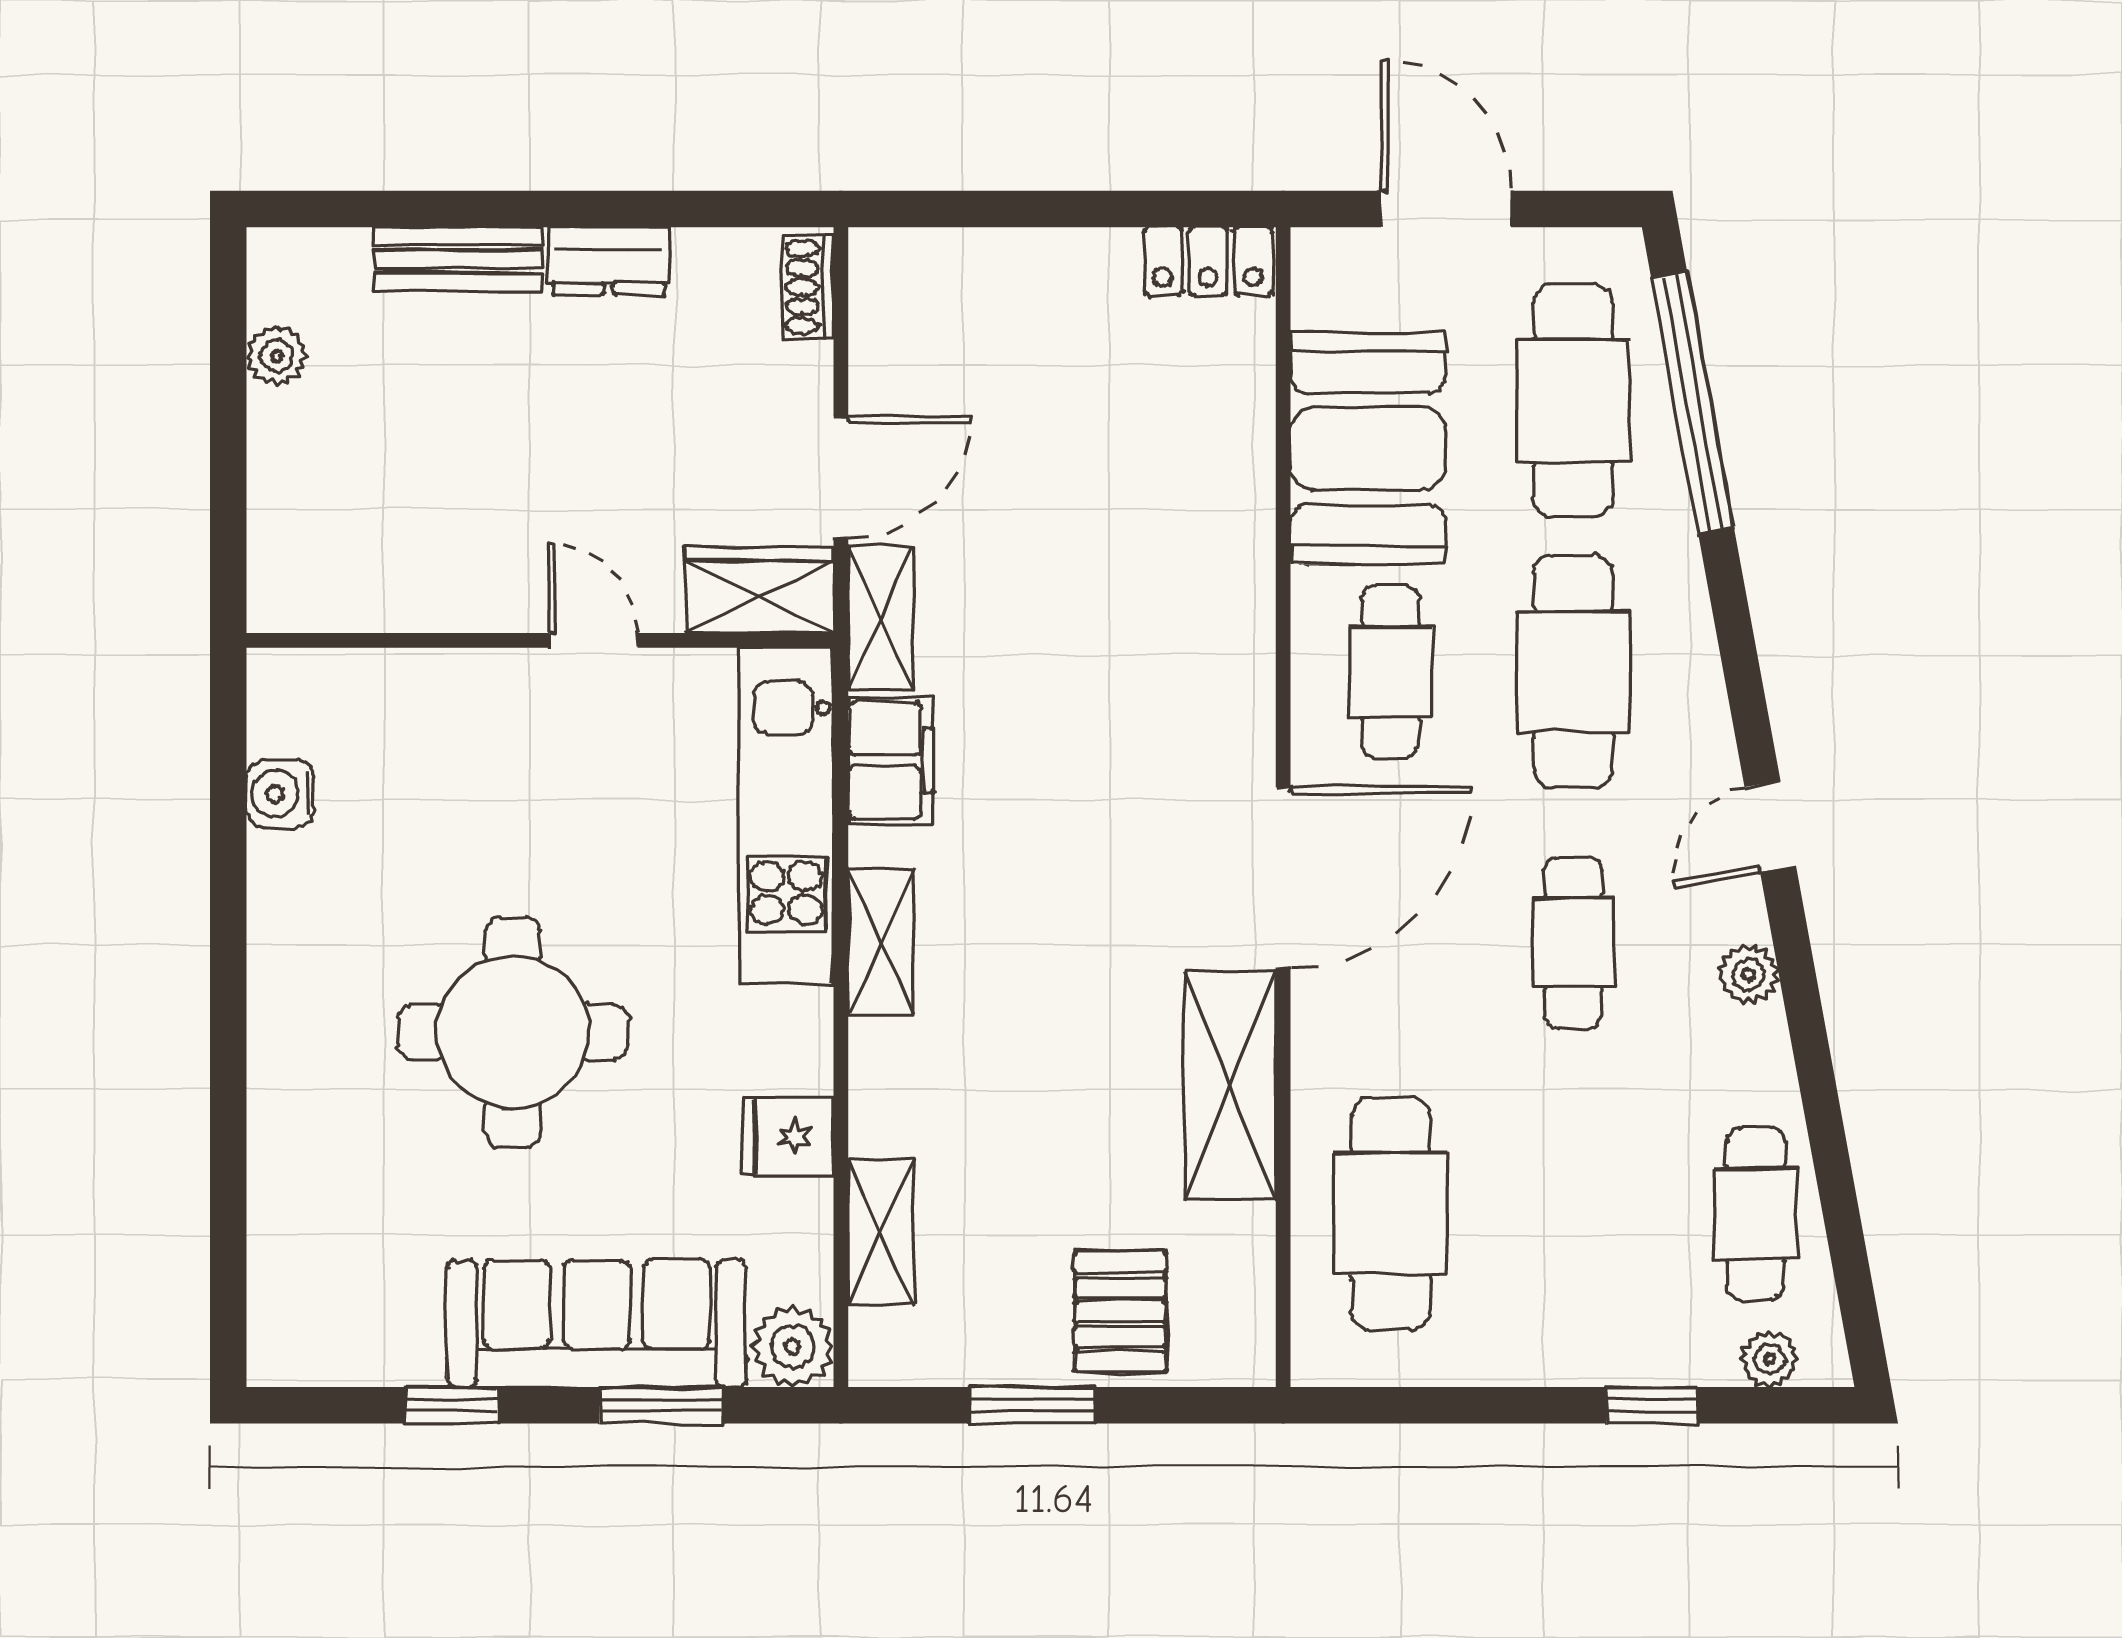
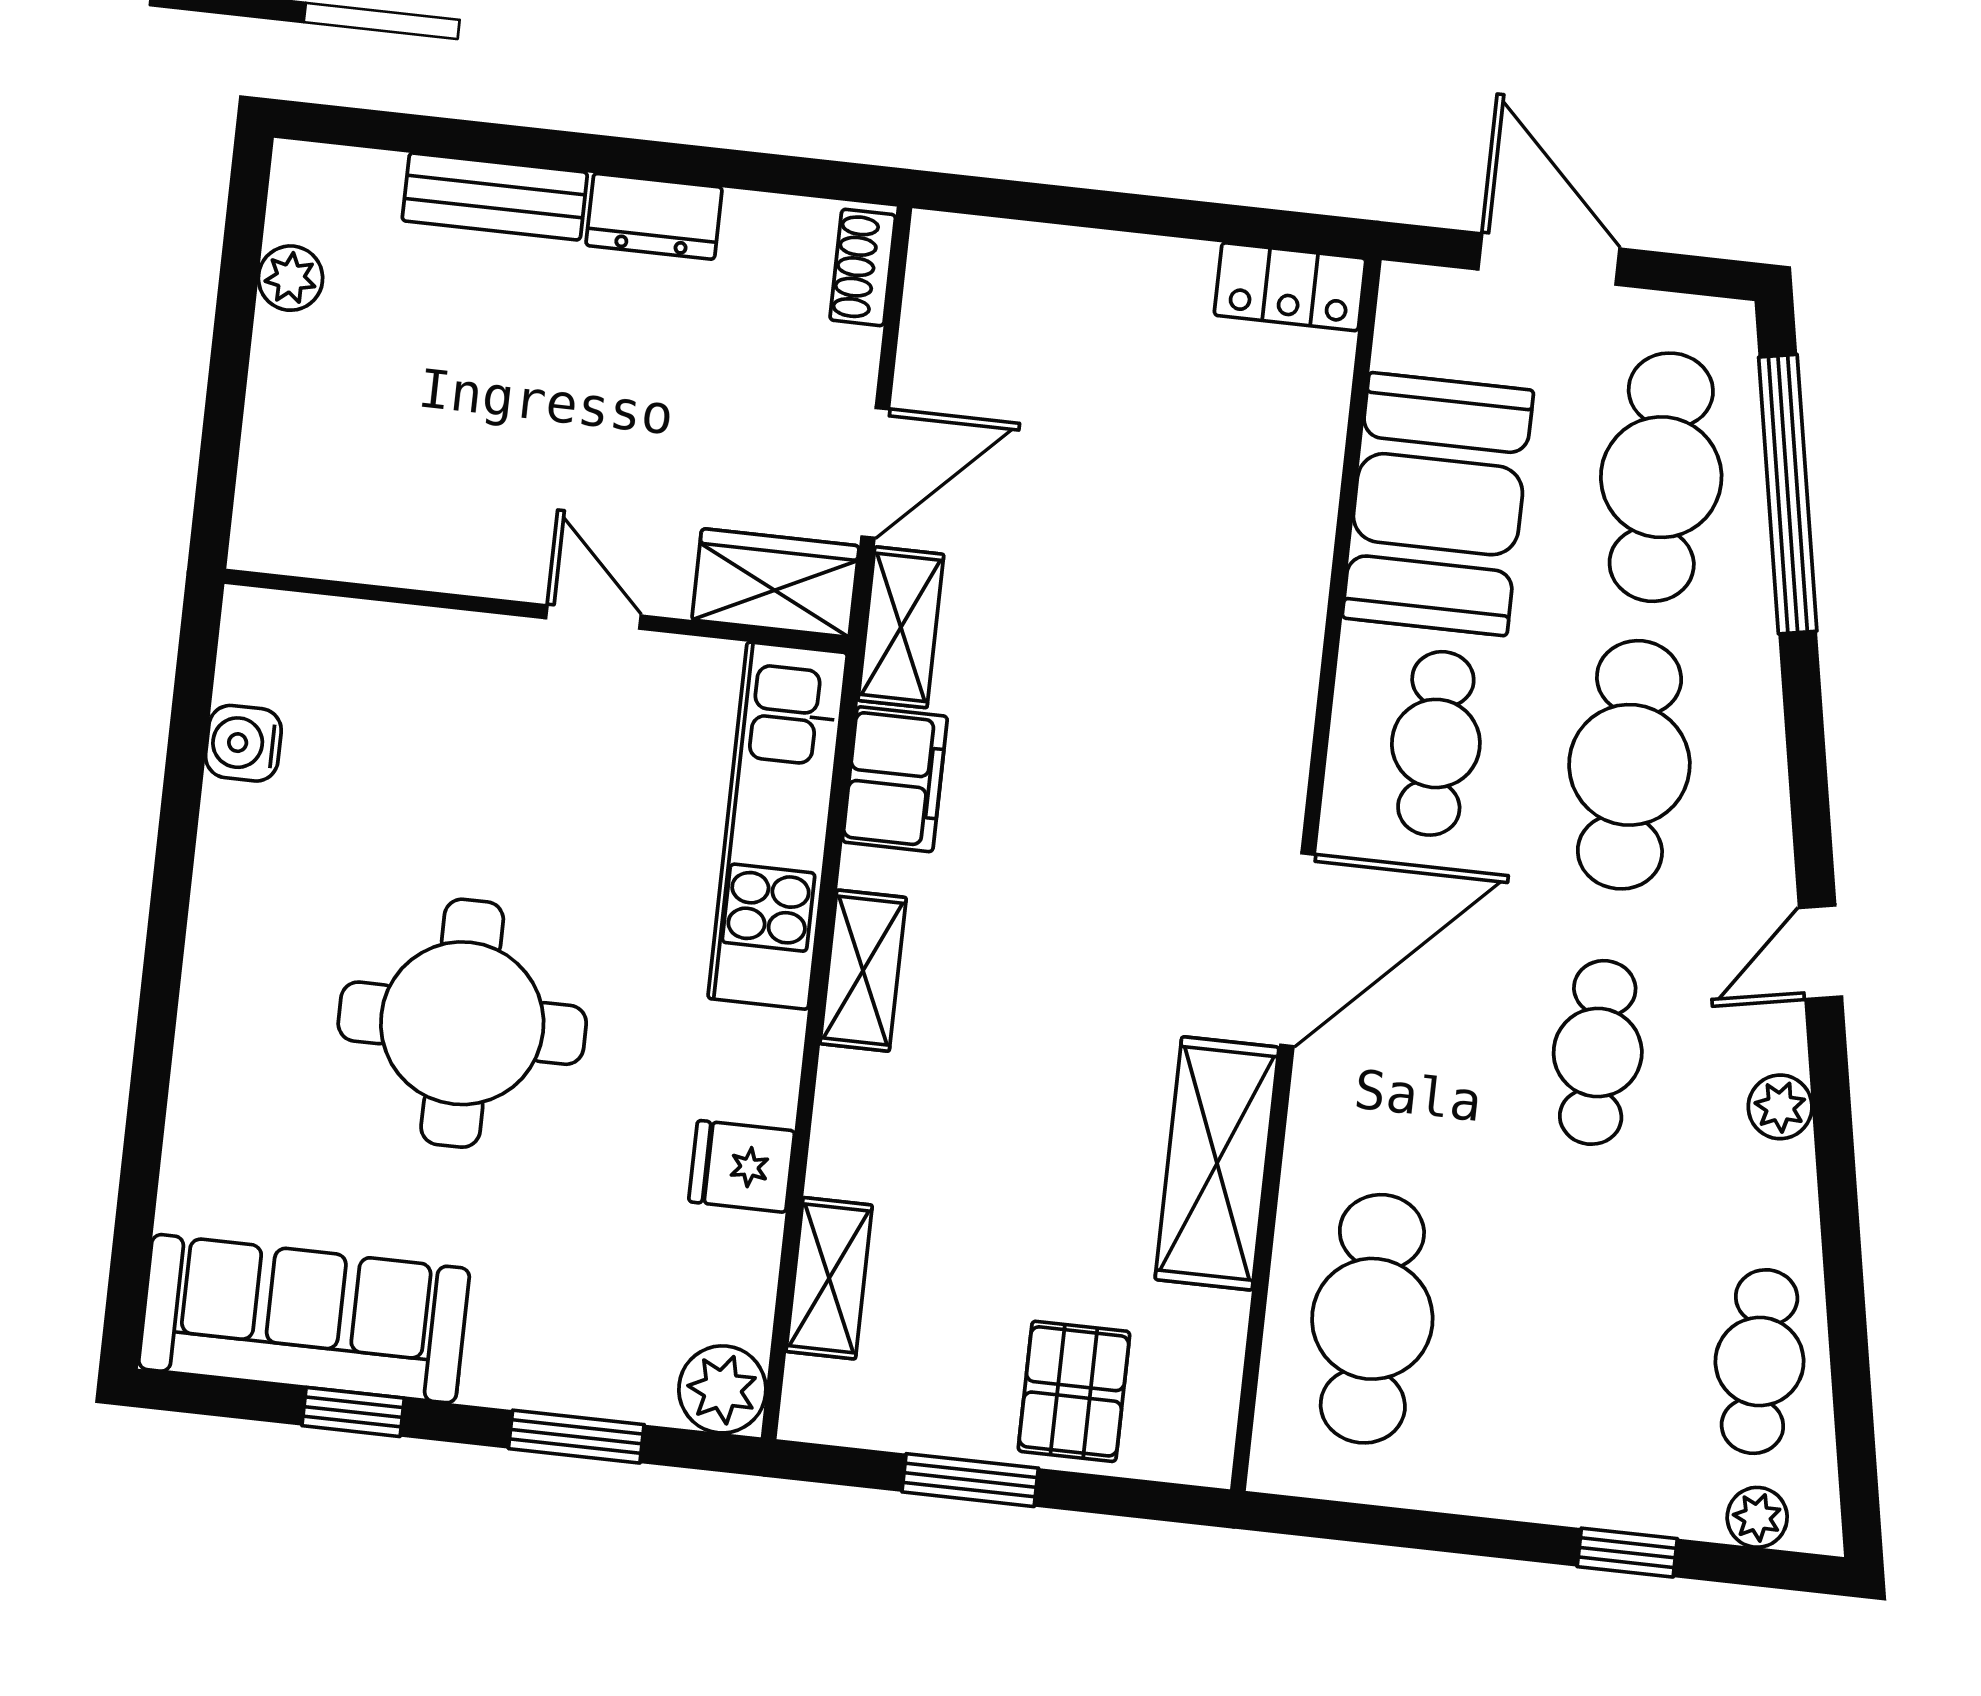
sofa: (597, 1323) -> (304, 1319), moved

